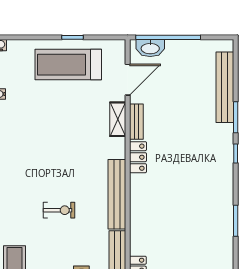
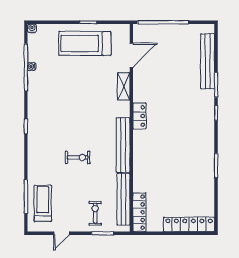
washbasin: (150, 48) -> (149, 31), removed
bench: (136, 122) -> (138, 88), removed

